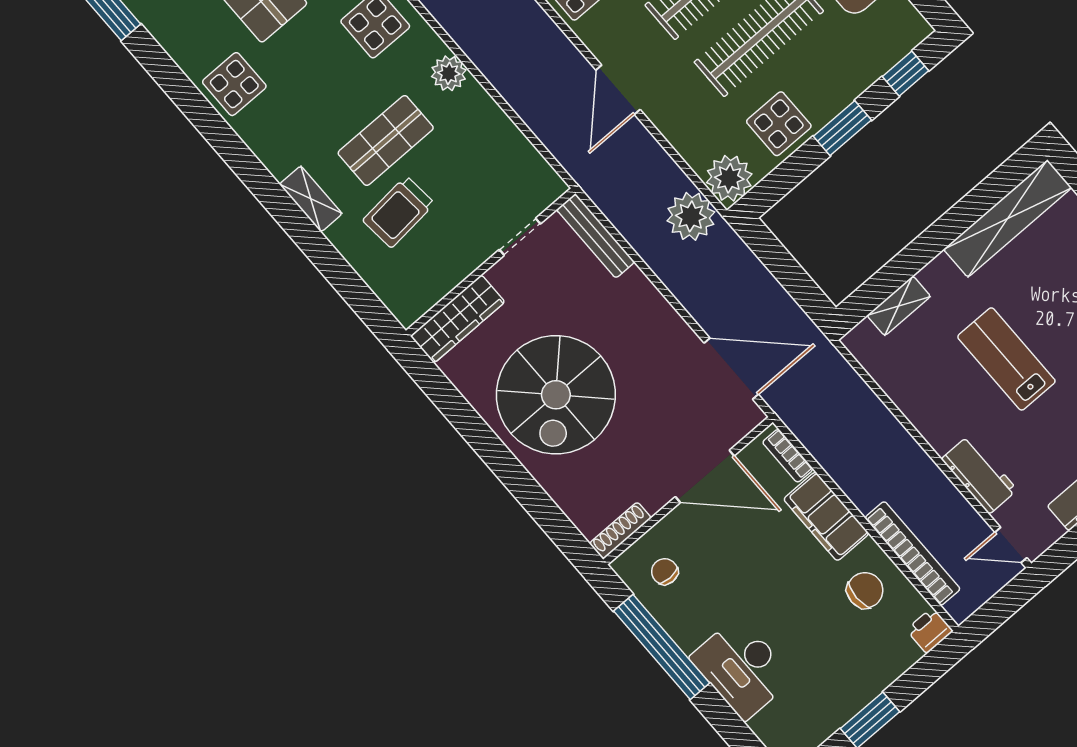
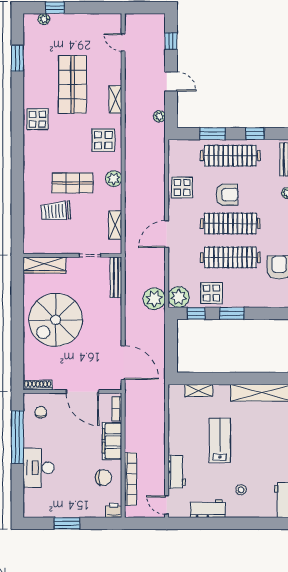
window: (906, 74) -> (196, 313), moved
shelving: (311, 199) -> (115, 225), moved

